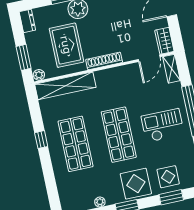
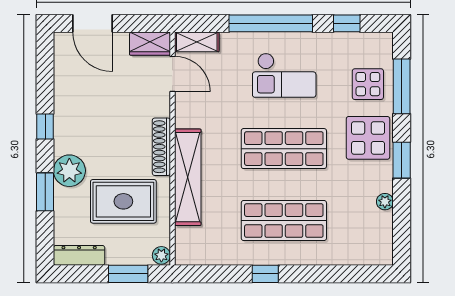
dresser: (27, 21) -> (79, 255), width x1.44
shelving: (65, 86) -> (188, 177), moved
checkout: (163, 125) -> (284, 75), turned -90
window: (171, 197) -> (402, 86), width x1.44

